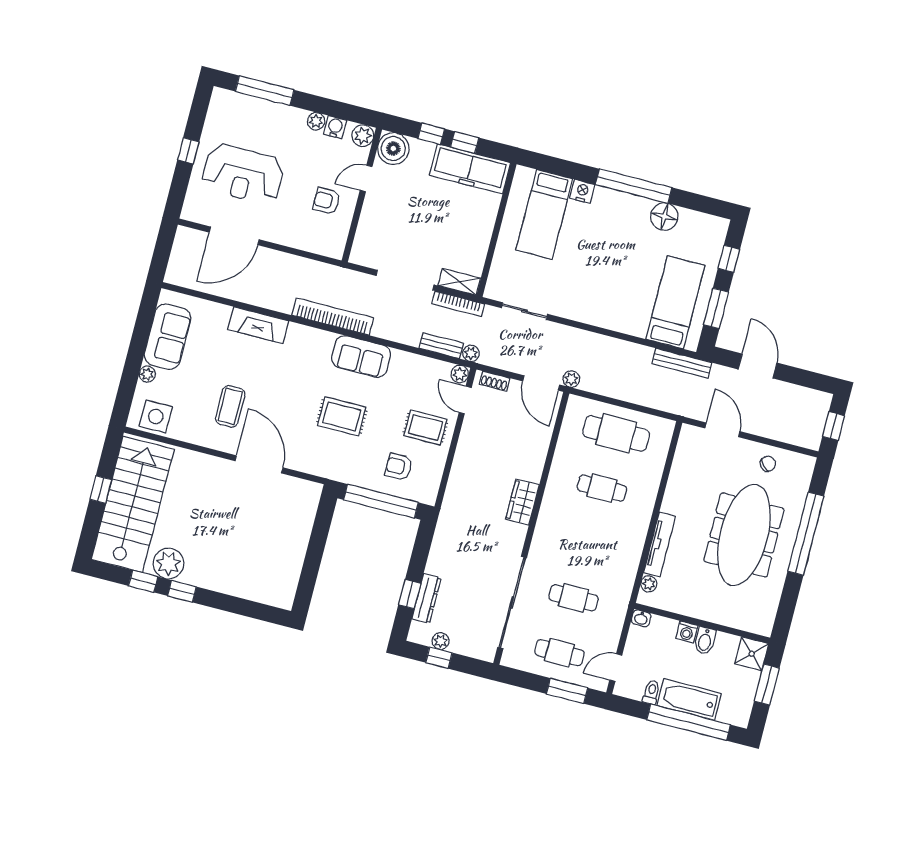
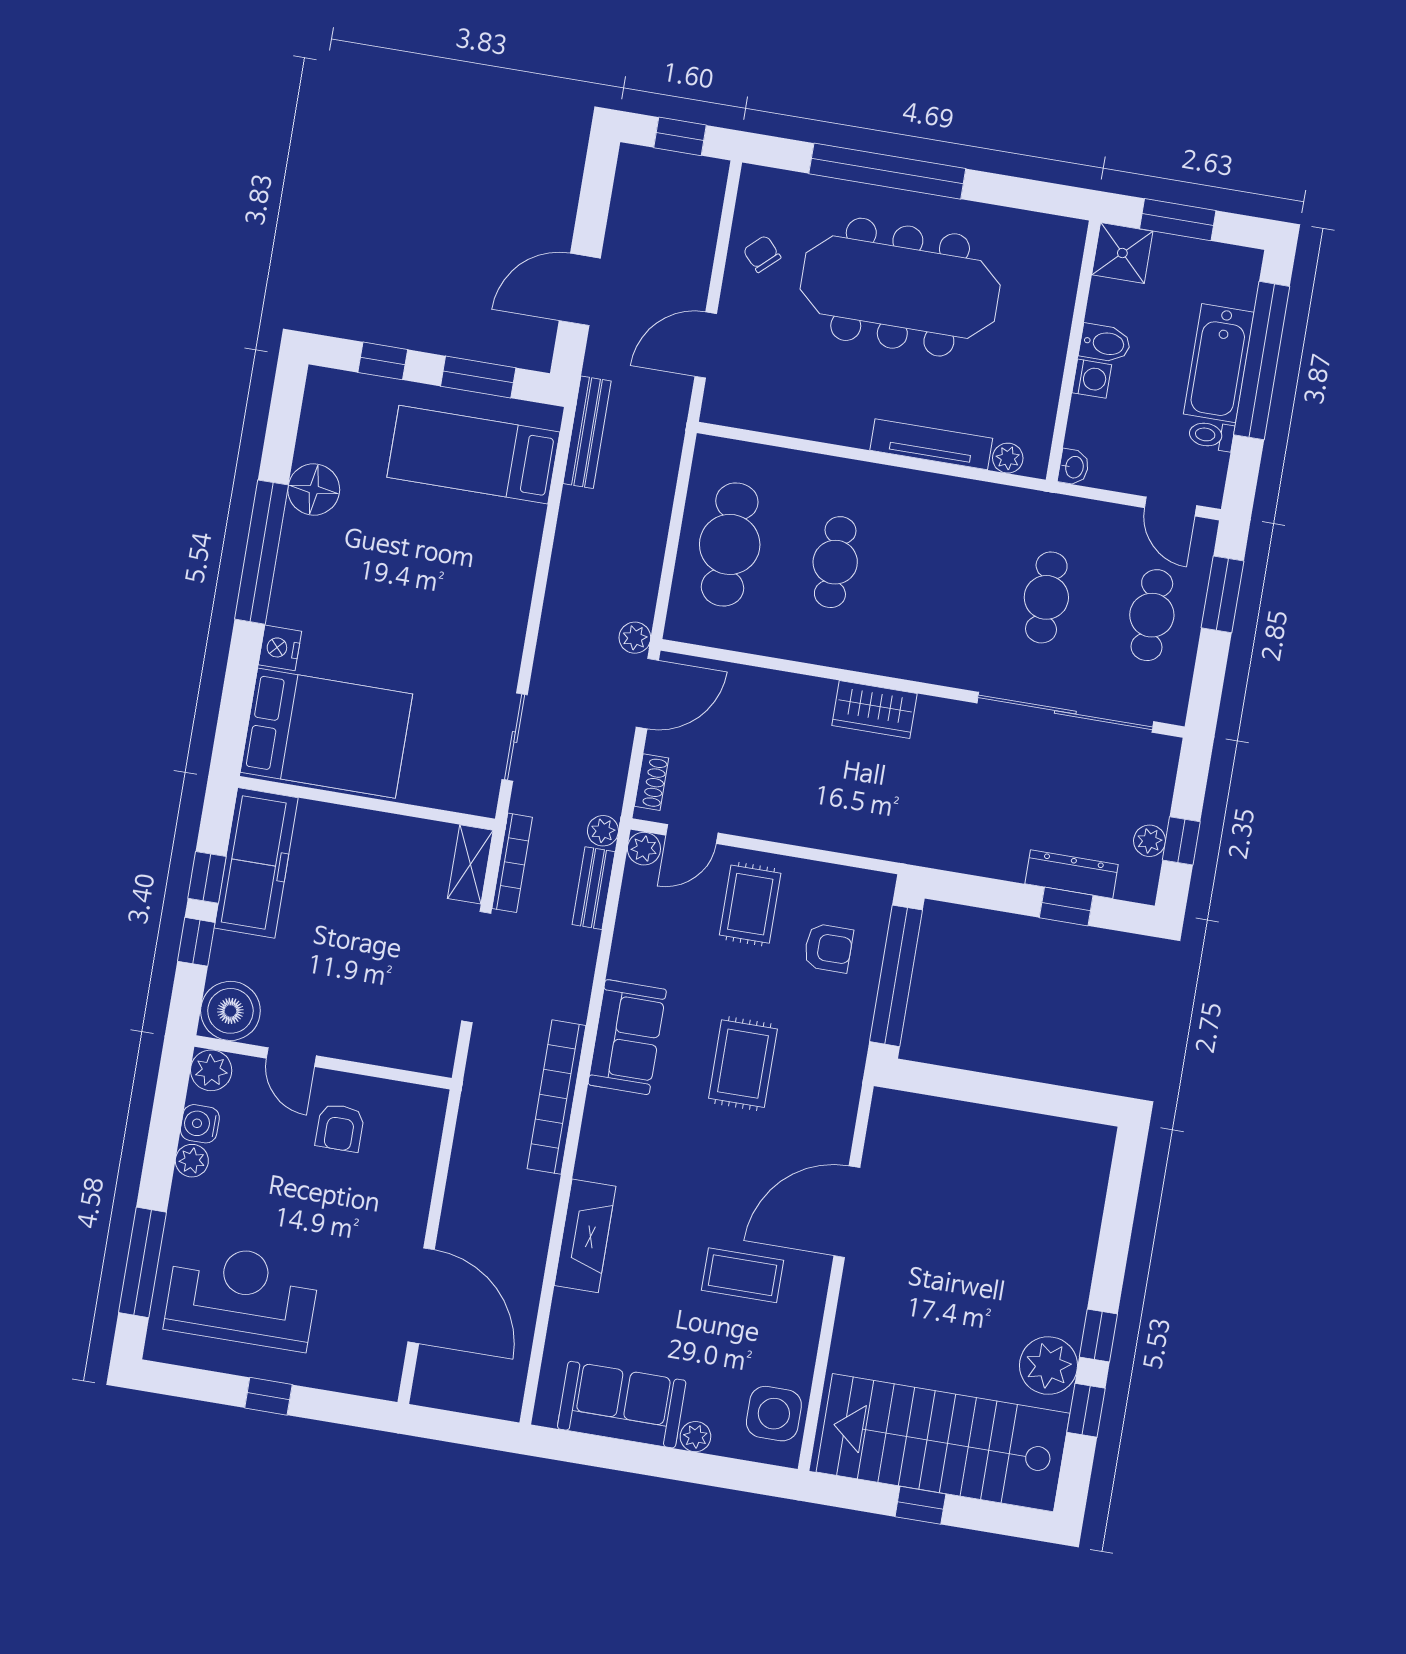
reception desk: (243, 174) -> (242, 1296), moved, turned -90
bed: (544, 214) -> (326, 733), width x1.50
armchair: (399, 467) -> (828, 948), turned -90

